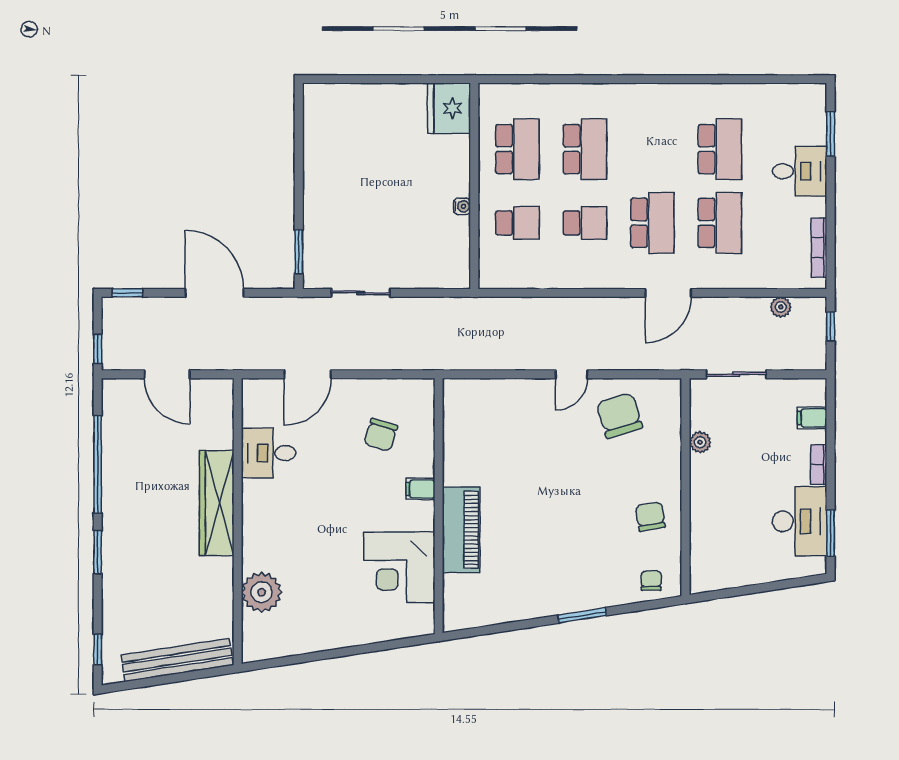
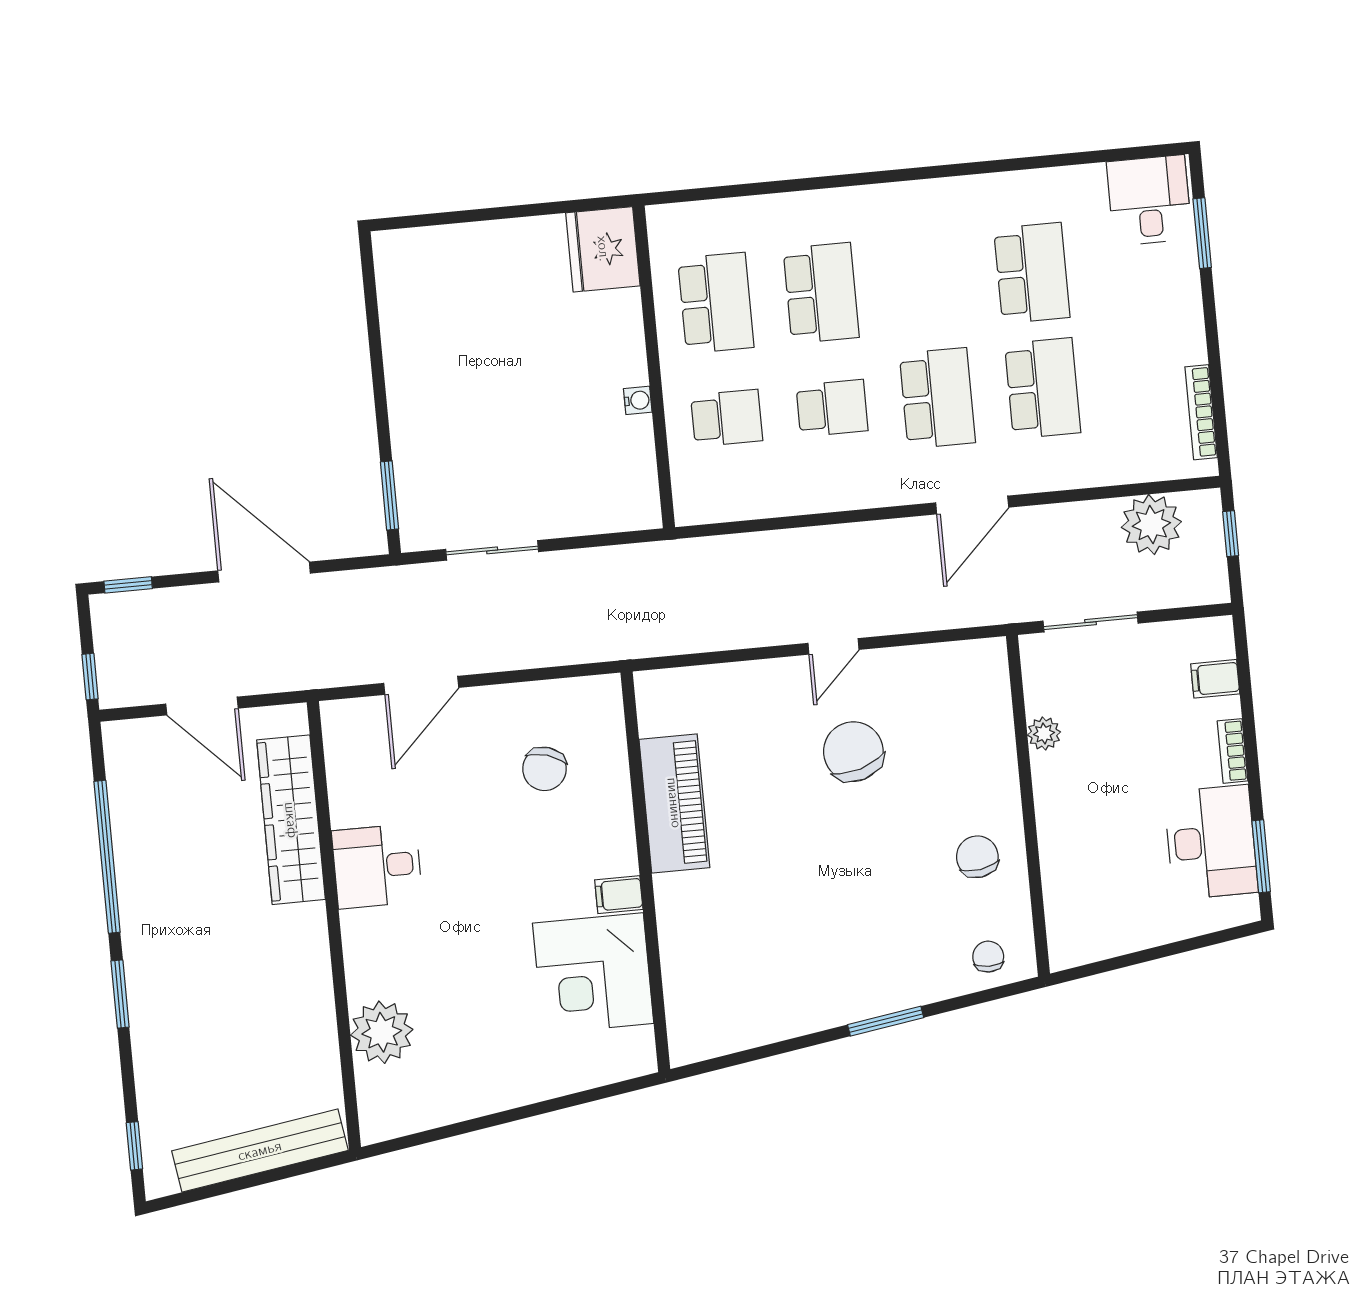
desk: (800, 171) -> (1149, 200), moved, turned -90
plant: (781, 307) -> (1151, 525), width x1.87, depth x1.87
chair: (619, 415) -> (853, 752), moved
desk: (269, 453) -> (377, 866), moved
filing cabinet: (420, 489) -> (619, 895), moved
wardrobe: (217, 503) -> (291, 820), moved
piano: (461, 530) -> (674, 803), moved

